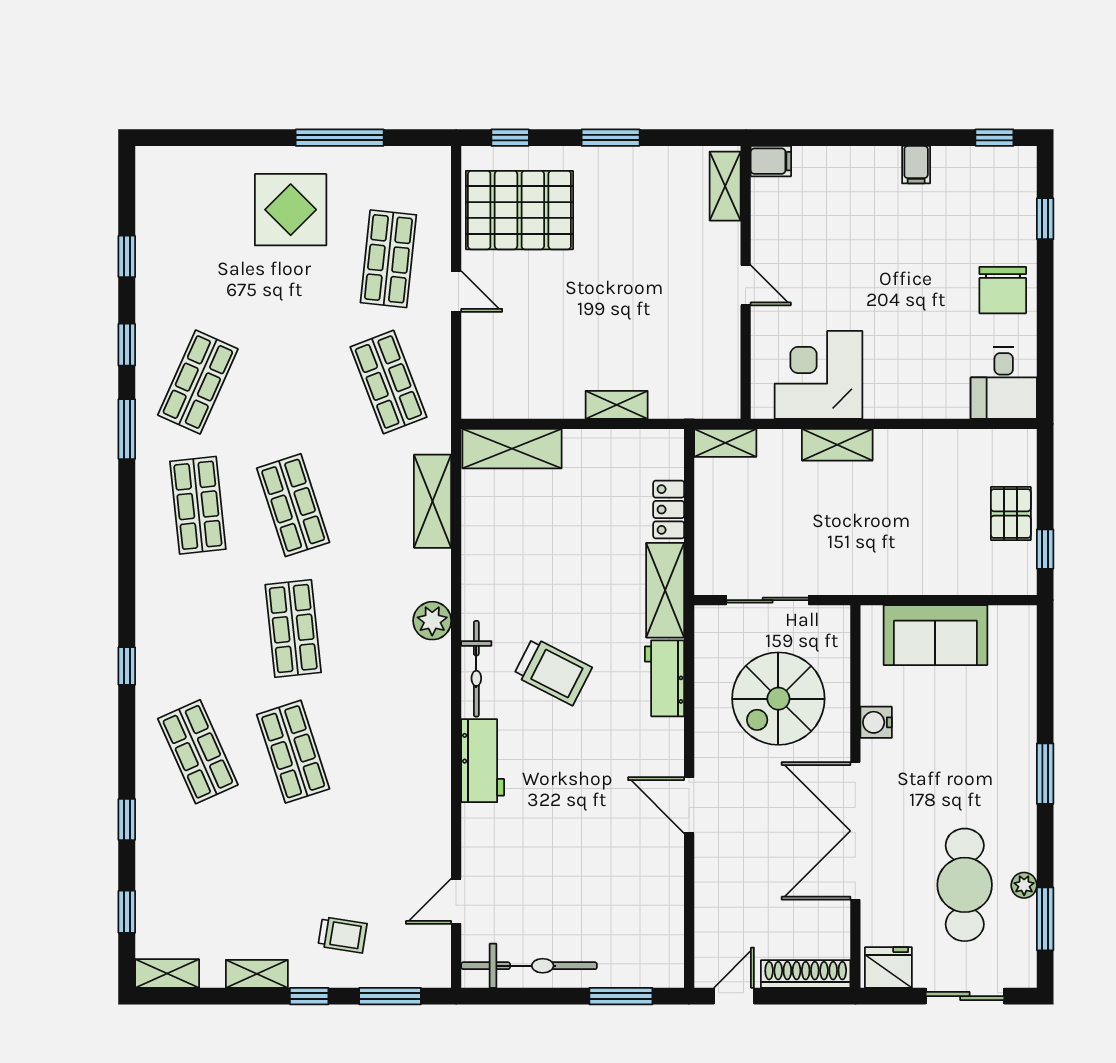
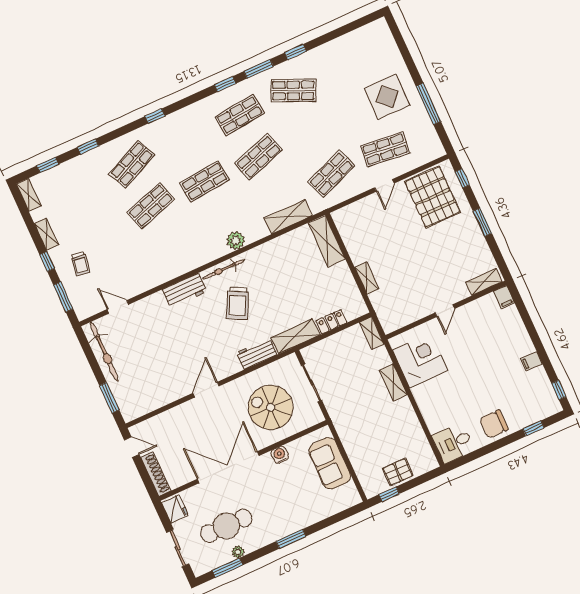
window: (127, 256) -> (225, 84), moved

